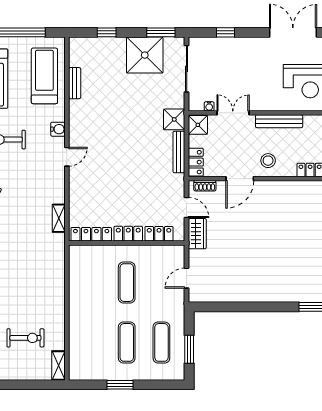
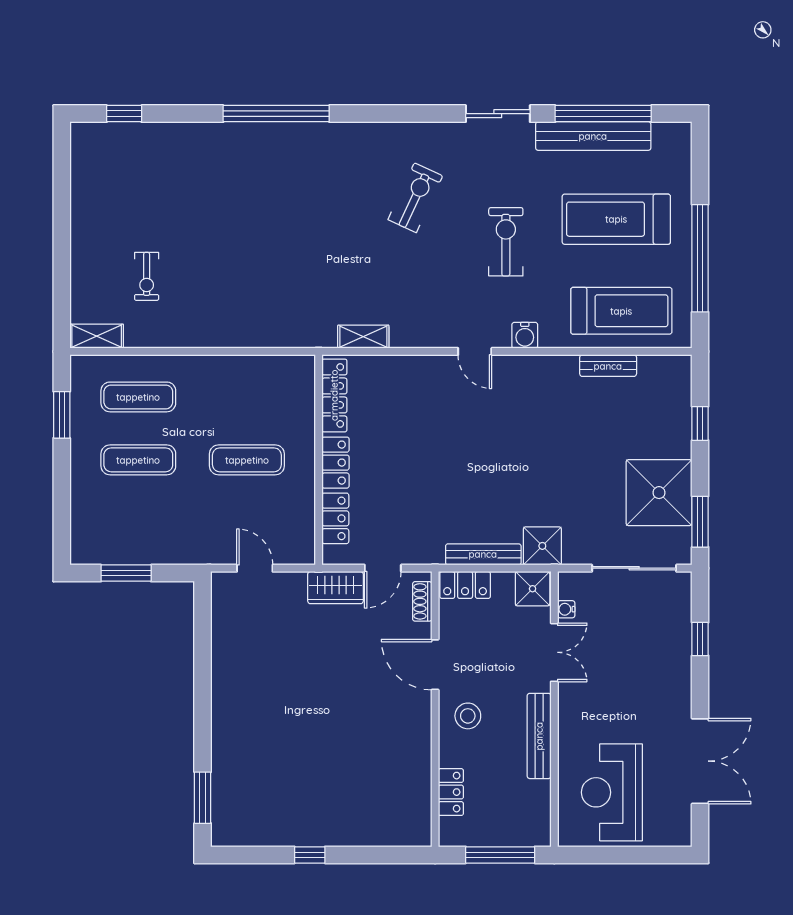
exercise bike: (25, 338) -> (147, 276), width x0.73, depth x0.72
exercise mat: (161, 342) -> (138, 397), moved
window: (120, 385) -> (62, 415), moved

